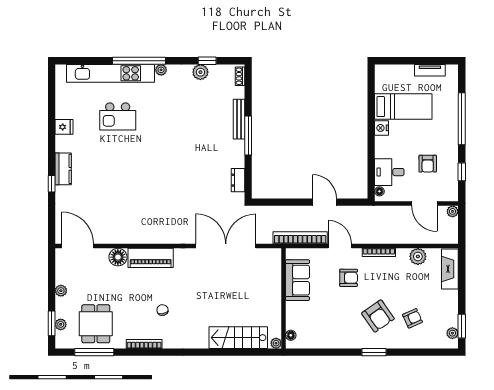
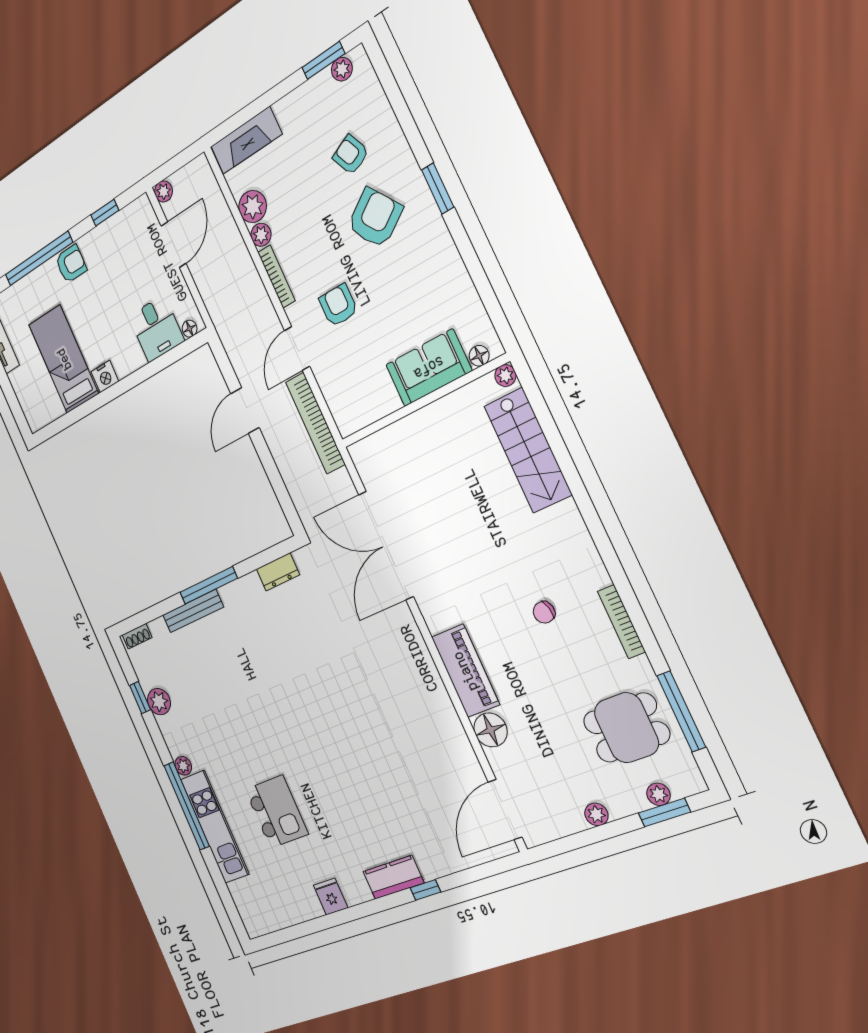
kitchen unit: (111, 73) -> (215, 827), width x0.73
armchair: (428, 164) -> (71, 264), moved
plant: (402, 254) -> (261, 235), added
sofa: (297, 280) -> (429, 368), moved

